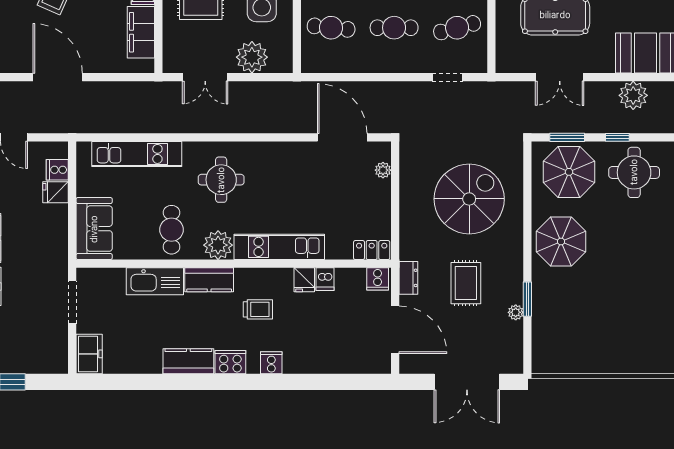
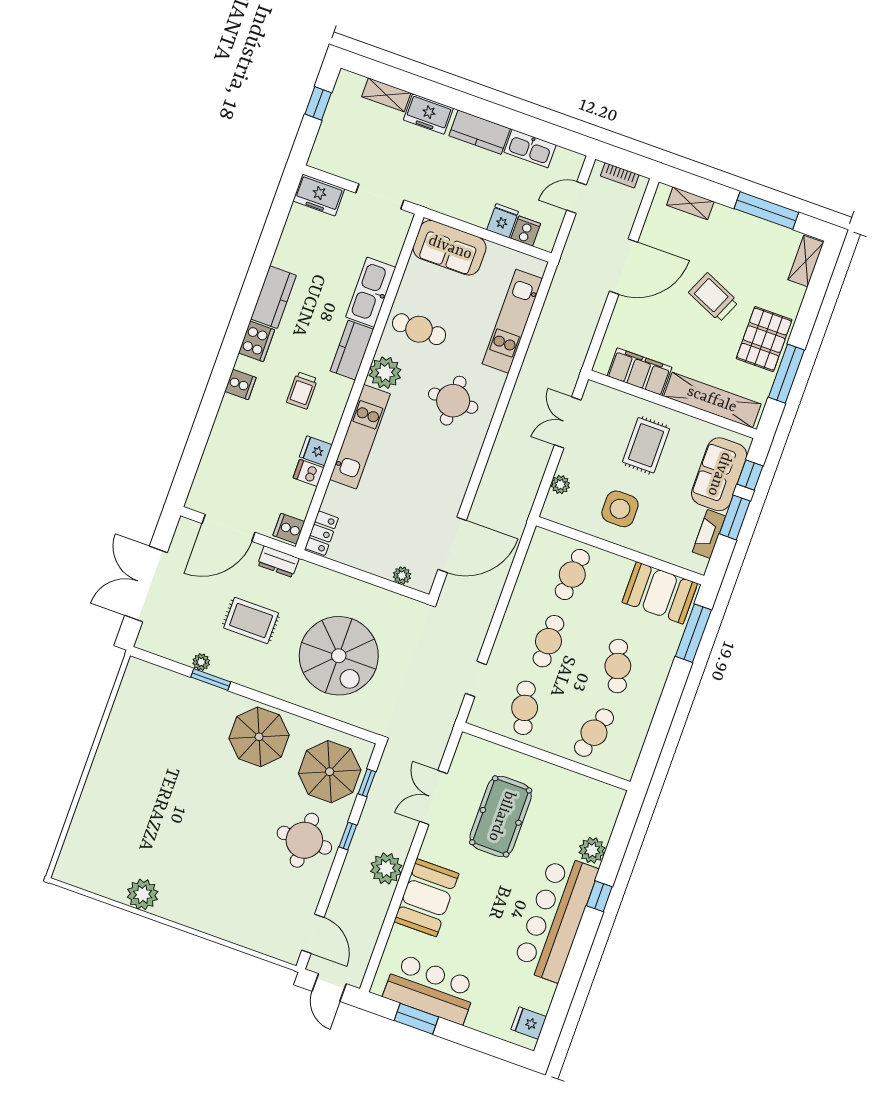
plant: (252, 57) -> (560, 485), width x0.53, depth x0.53
window: (567, 137) -> (367, 783), width x0.67

